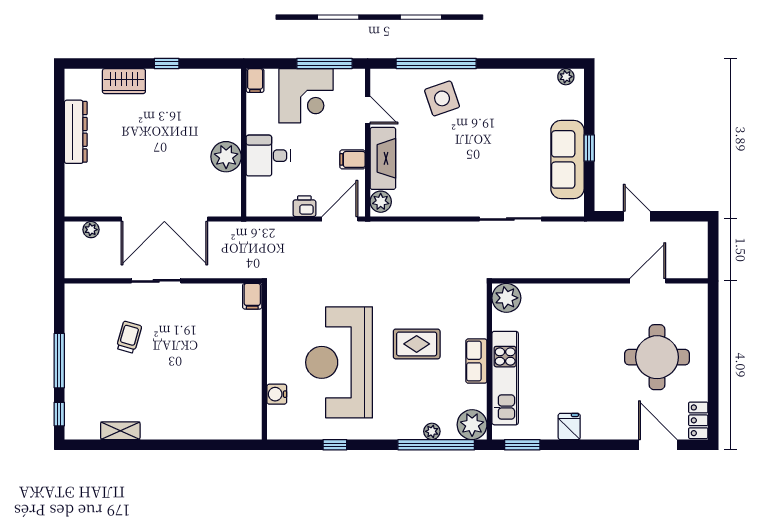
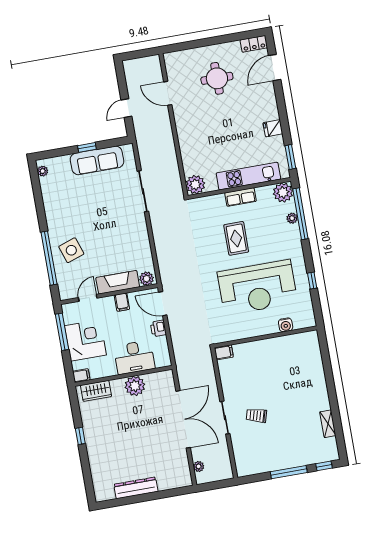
wardrobe: (124, 81) -> (96, 391), moved, turned 90
desk: (268, 156) -> (134, 357), width x1.37
trolley: (129, 337) -> (257, 416), moved
round table: (657, 357) -> (217, 78), width x0.73, depth x0.73

